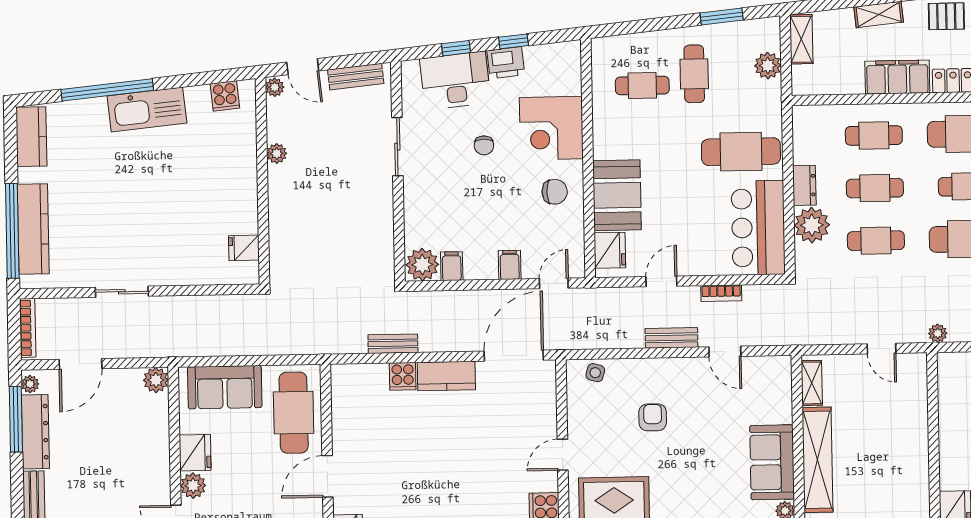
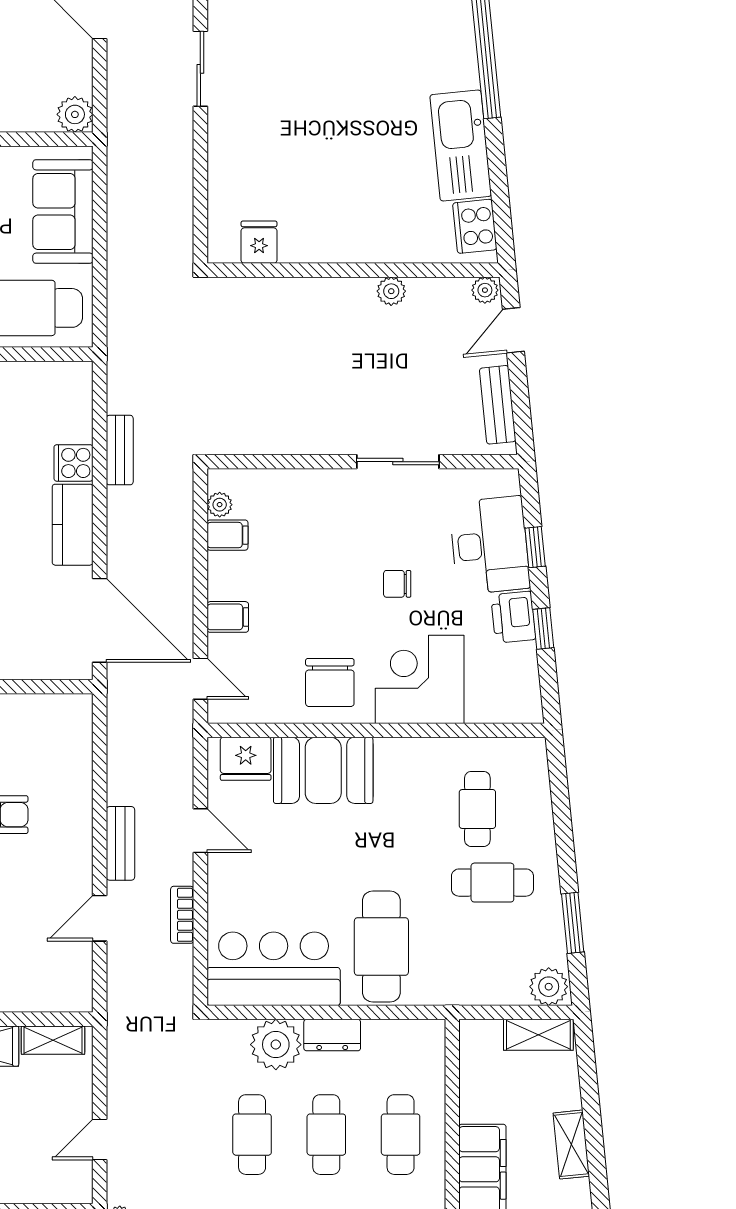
plant: (768, 66) -> (549, 987), moved
cooker: (225, 96) -> (475, 226), width x1.36
kitchen sink: (147, 109) -> (461, 146), moved
chair: (555, 192) -> (330, 682), width x1.37, depth x1.37
plant: (422, 265) -> (220, 505), width x0.53, depth x0.53
side table: (595, 373) -> (73, 735), removed

